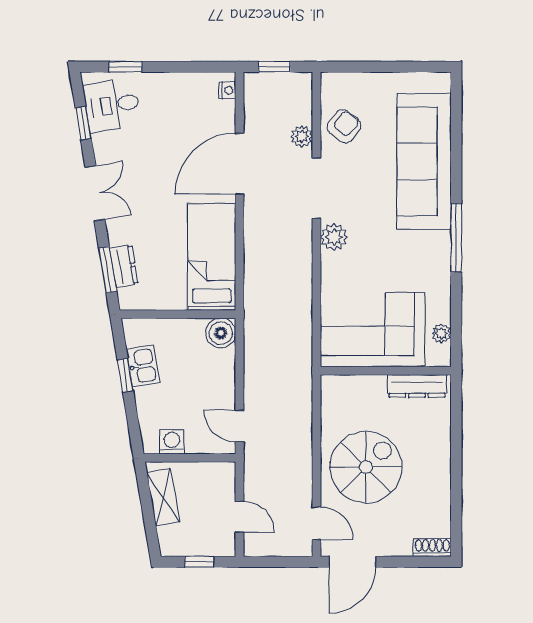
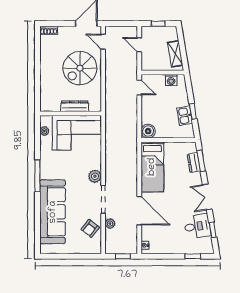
desk: (112, 105) -> (197, 226), moved
door: (240, 164) -> (139, 211), hinge flipped
dresser: (417, 386) -> (75, 106), moved

